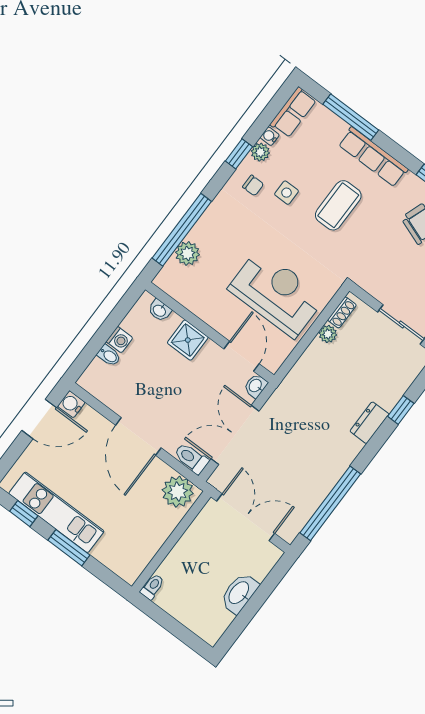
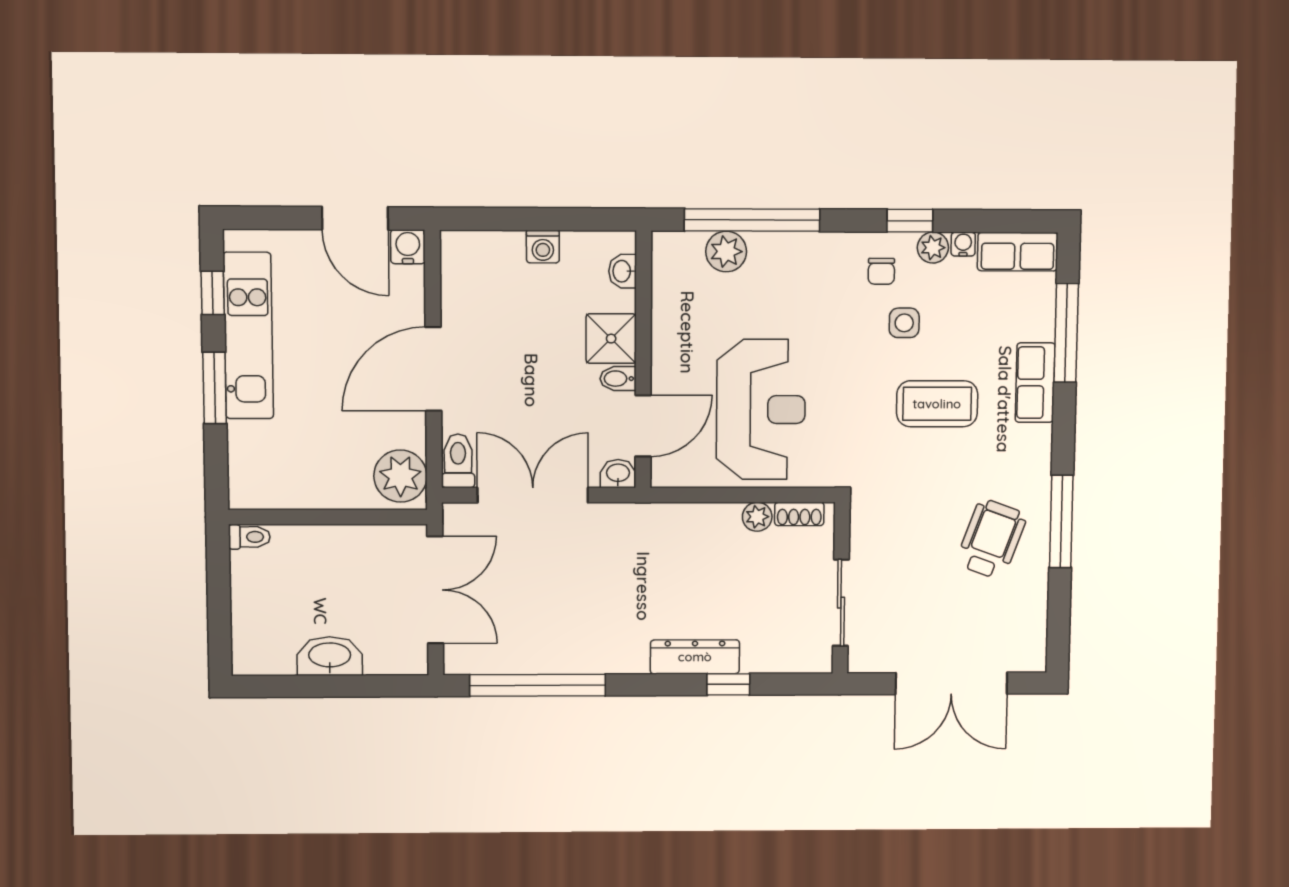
row of seats: (373, 157) -> (1035, 383), width x0.68
bidet: (109, 355) -> (618, 379), moved, turned 90
dresser: (369, 423) -> (695, 657), width x1.44

